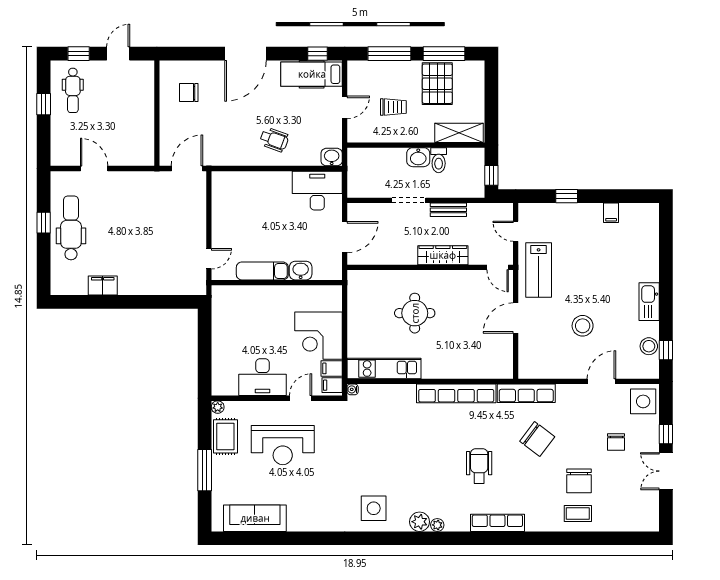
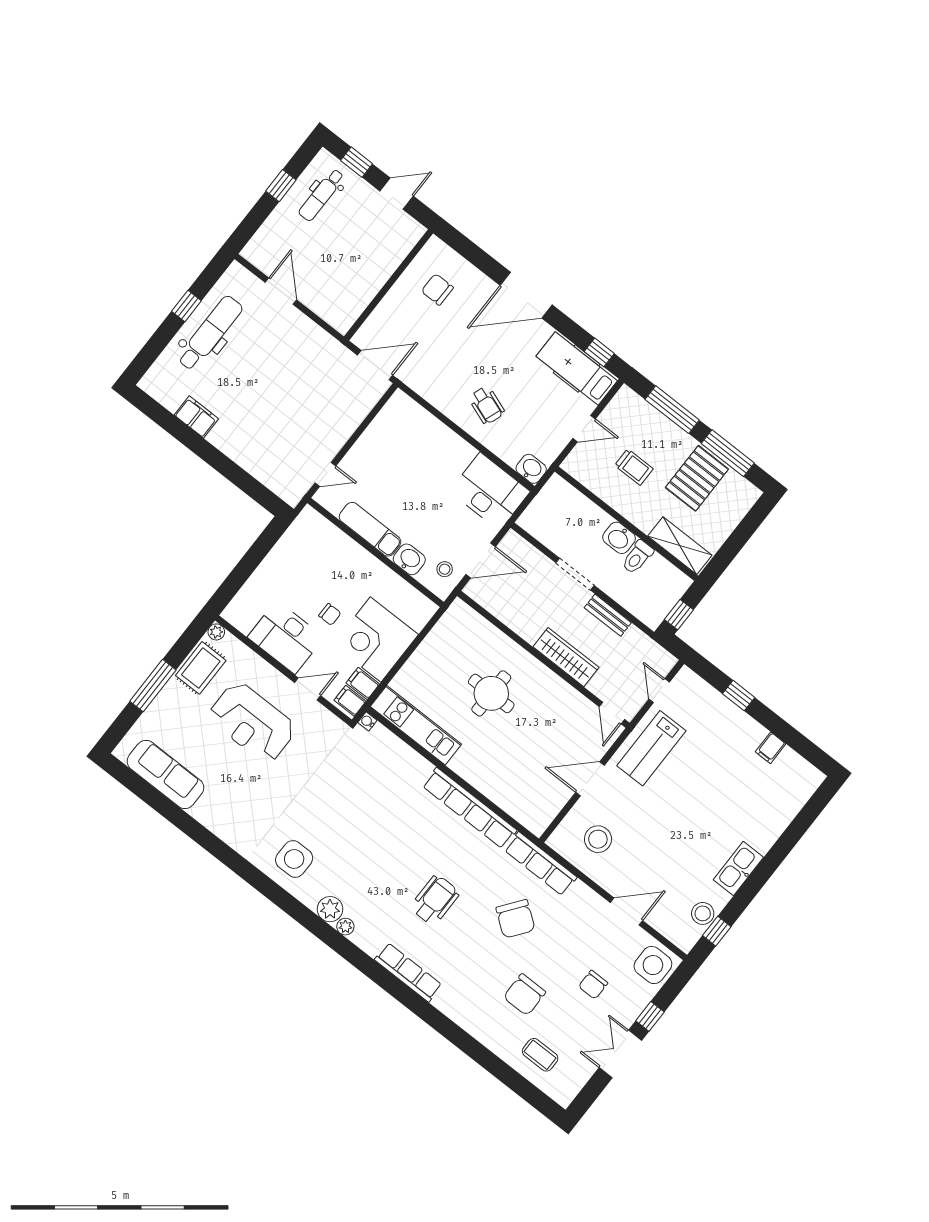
stool: (327, 260) -> (445, 569), added
stool: (583, 326) -> (598, 839), moved
chair: (279, 342) -> (330, 614), added
coffee table: (578, 513) -> (540, 1055), moved

